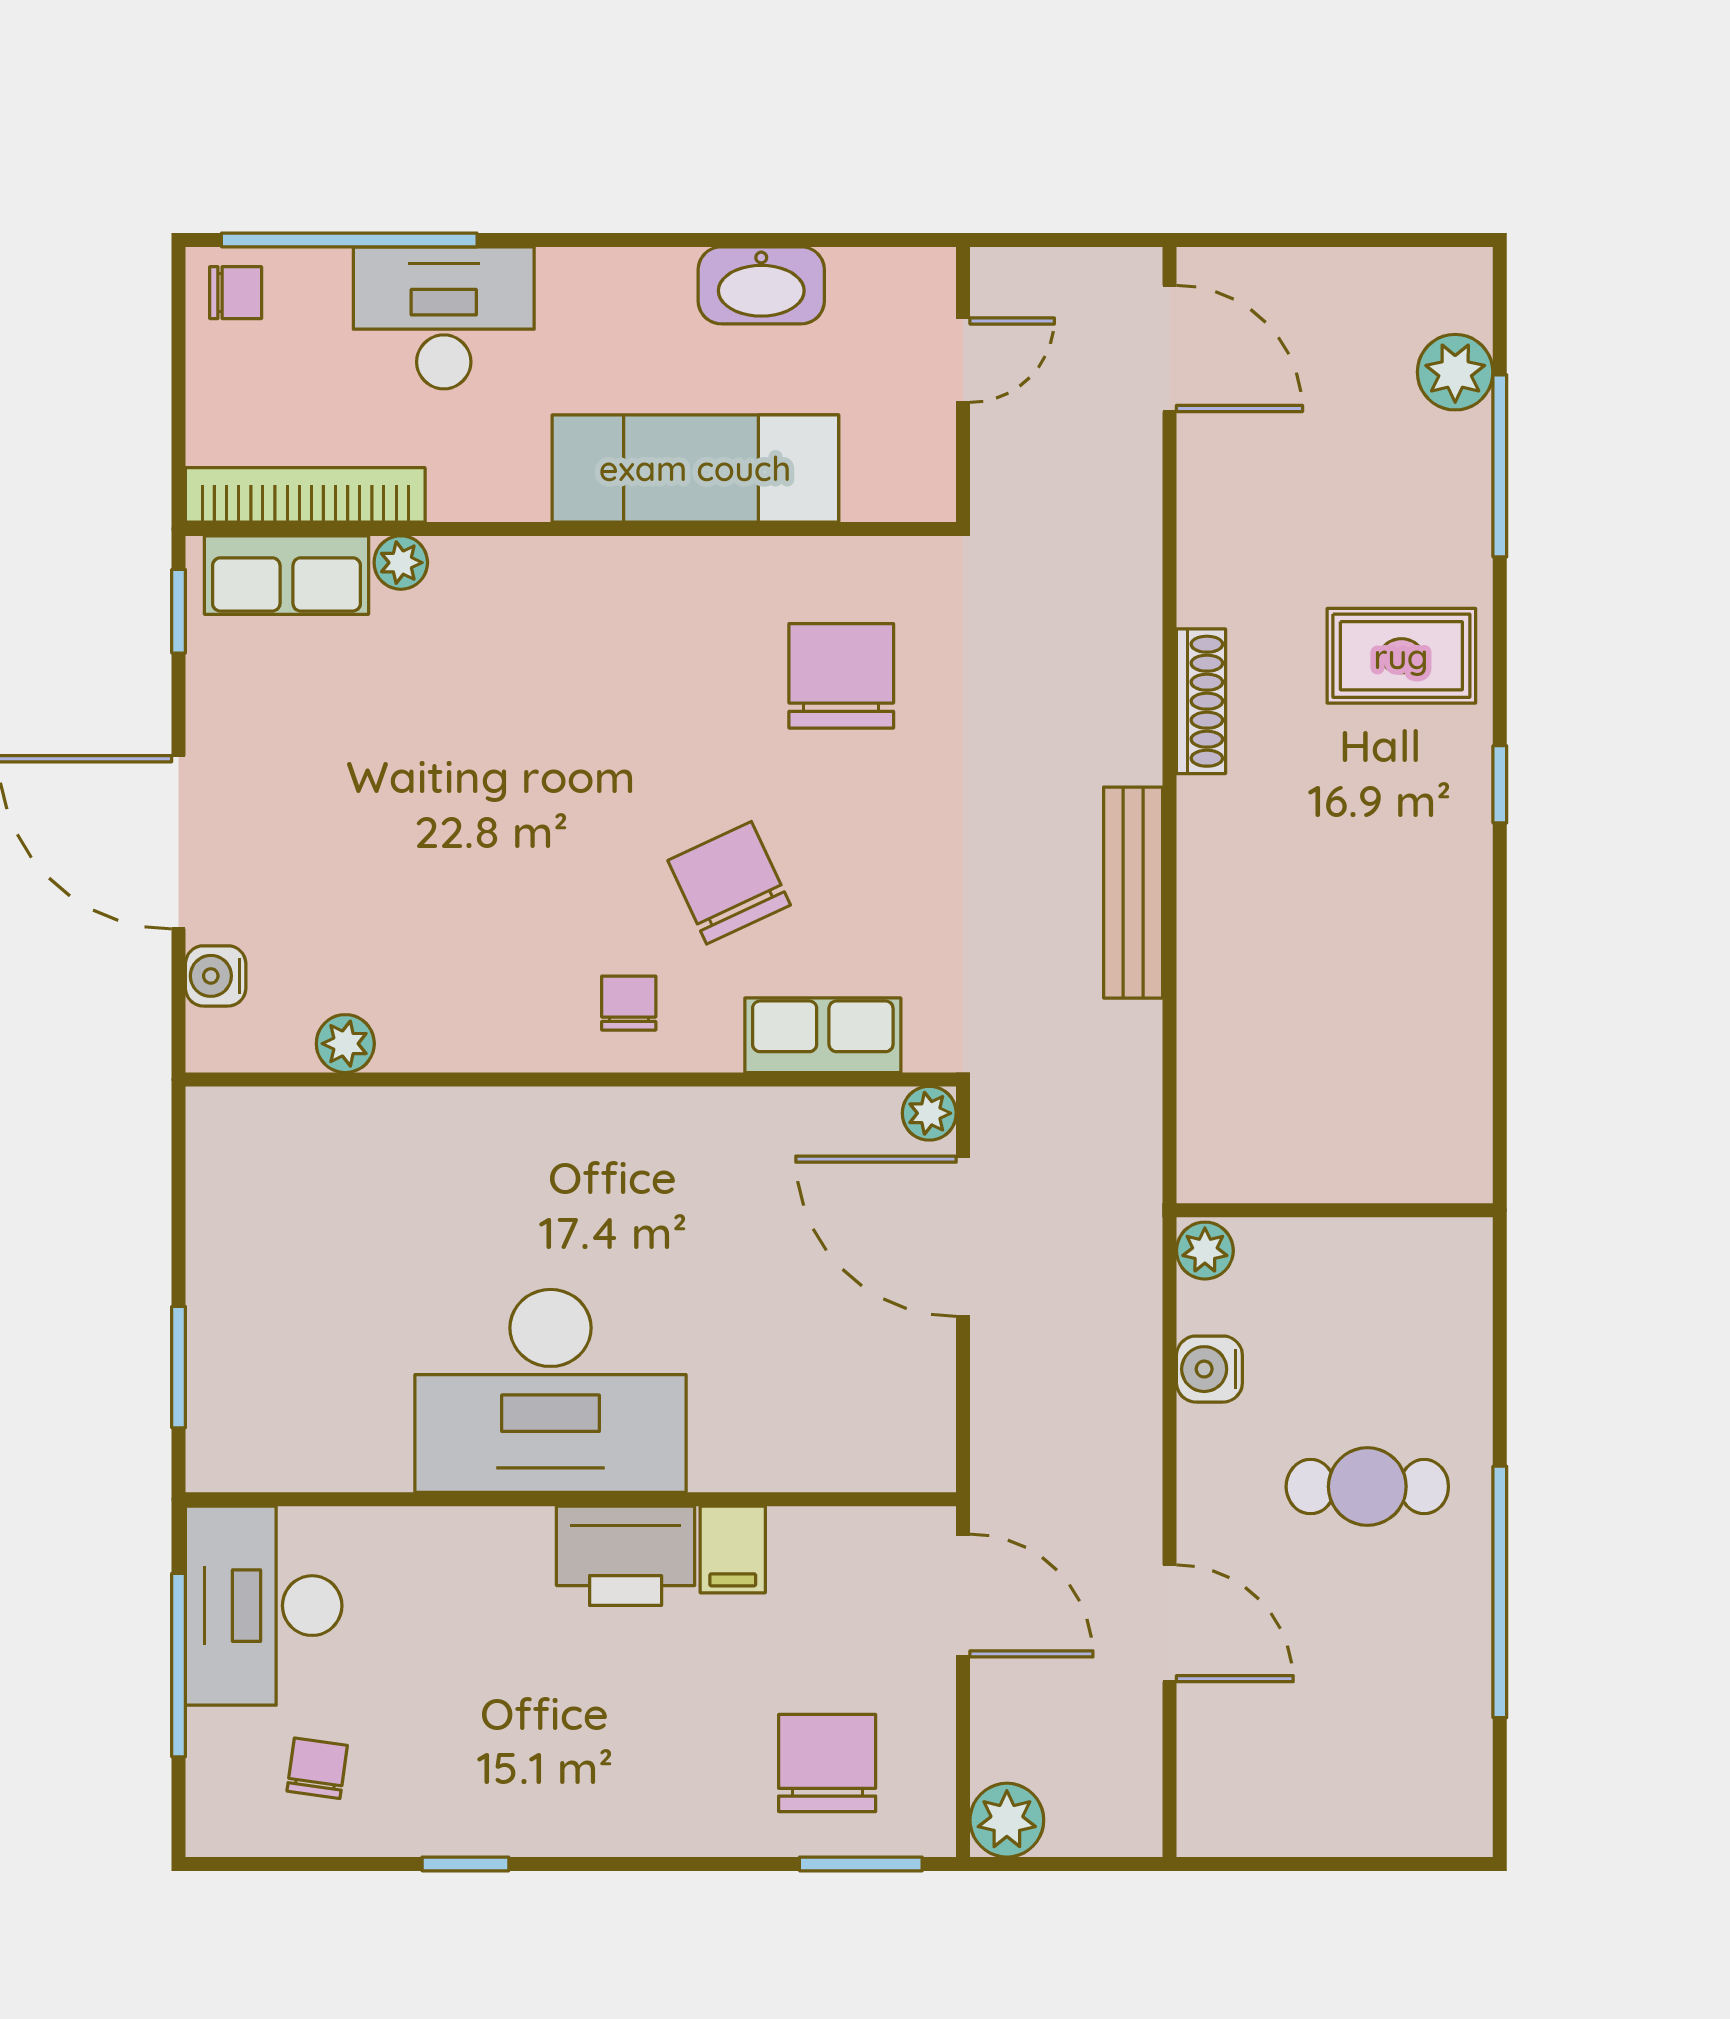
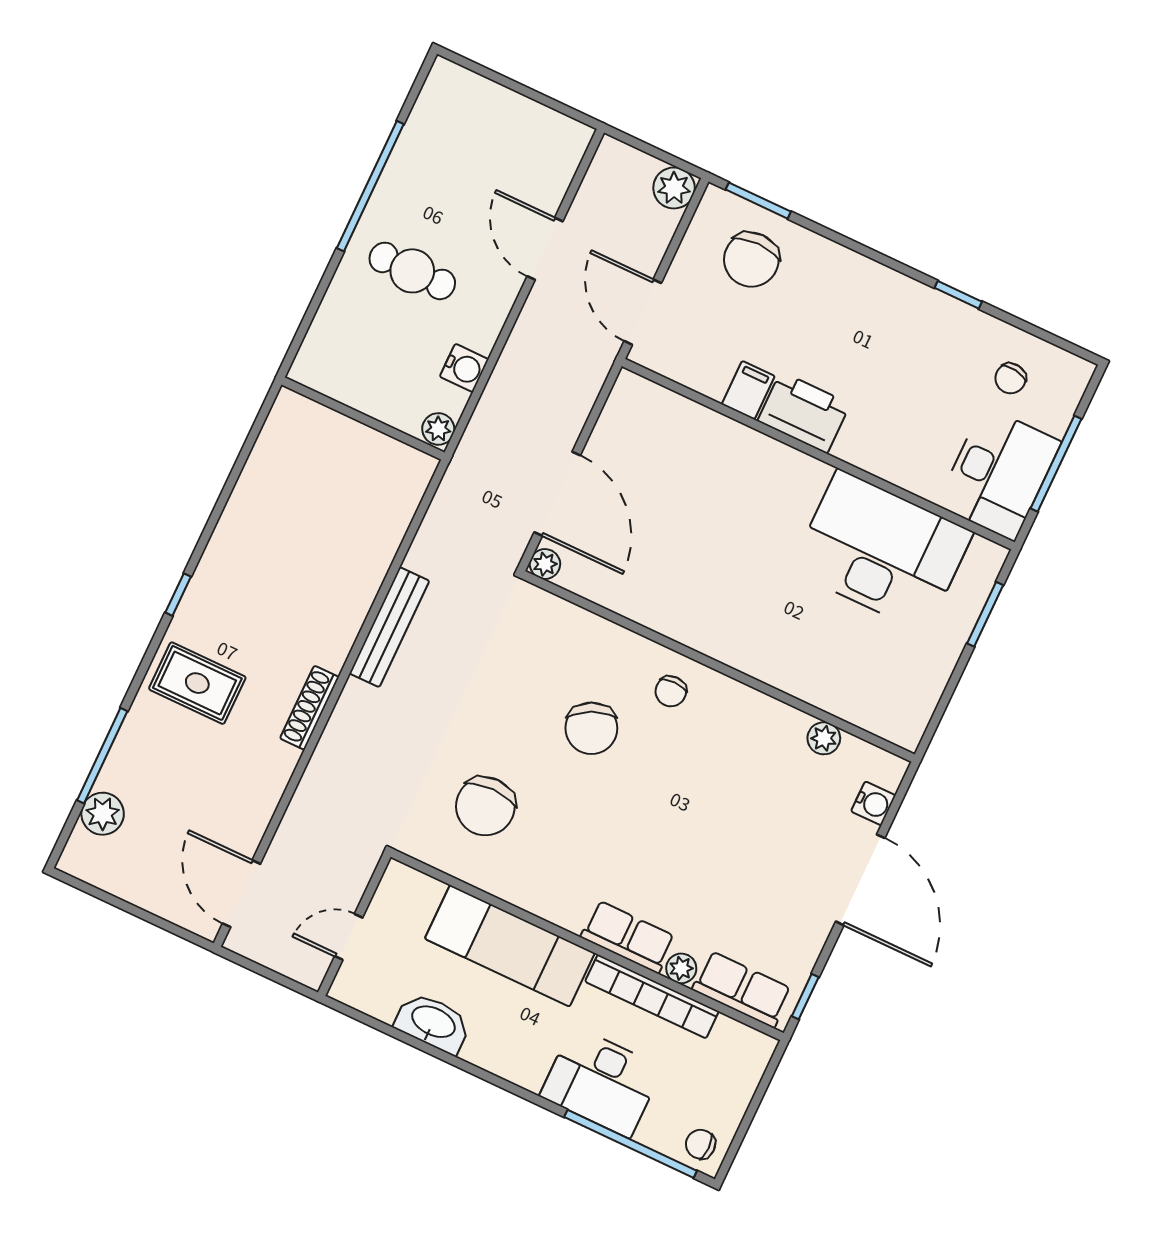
bookcase: (305, 495) -> (652, 996), moved
row of seats: (823, 1035) -> (628, 937), moved, turned 180
desk: (551, 1391) -> (882, 551), moved

